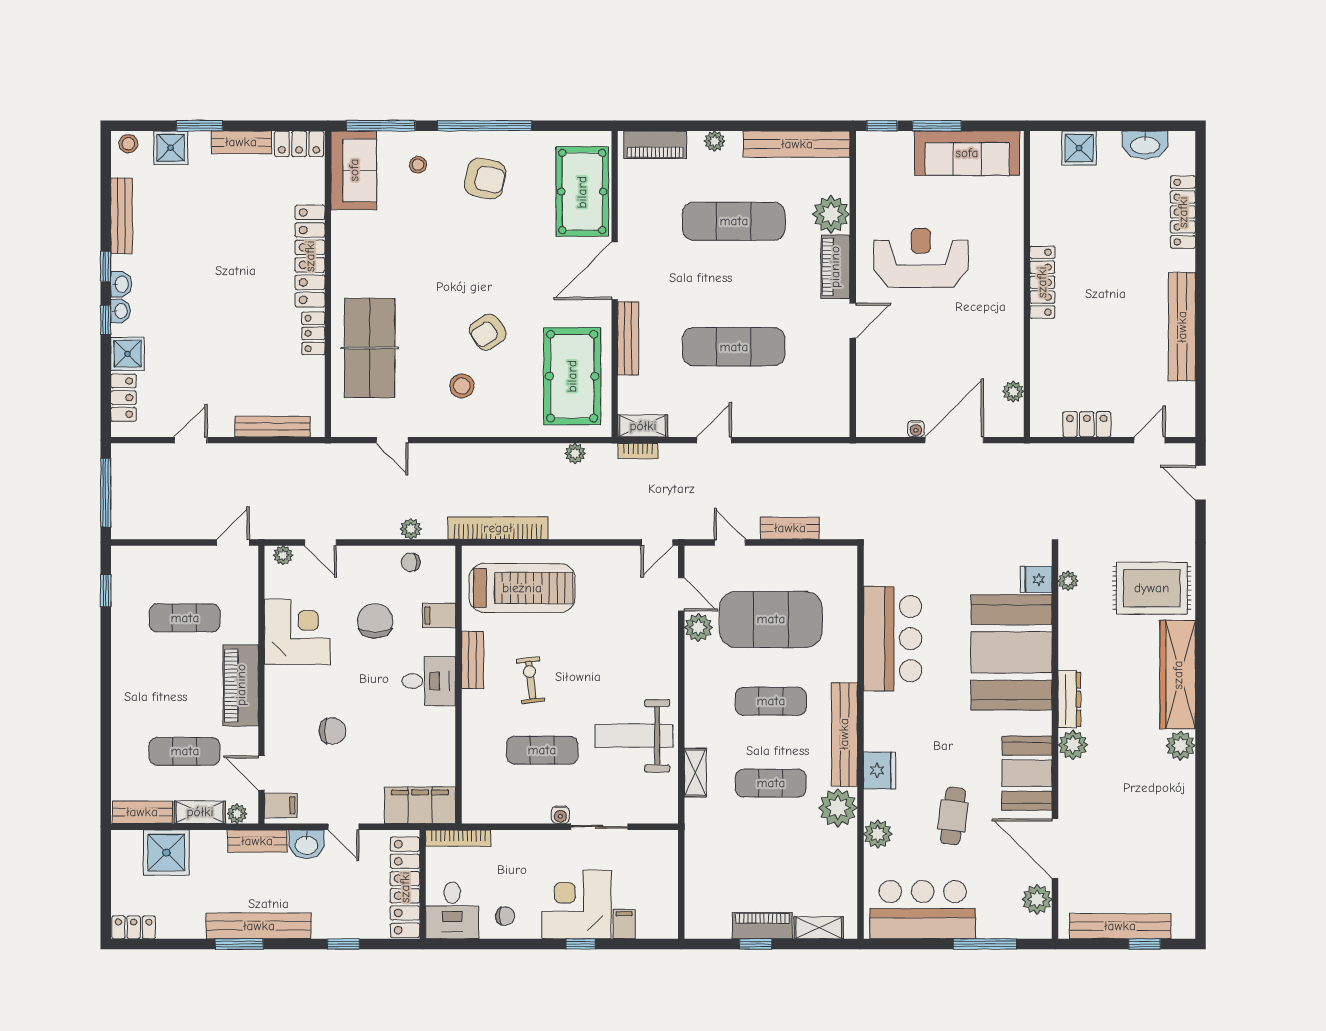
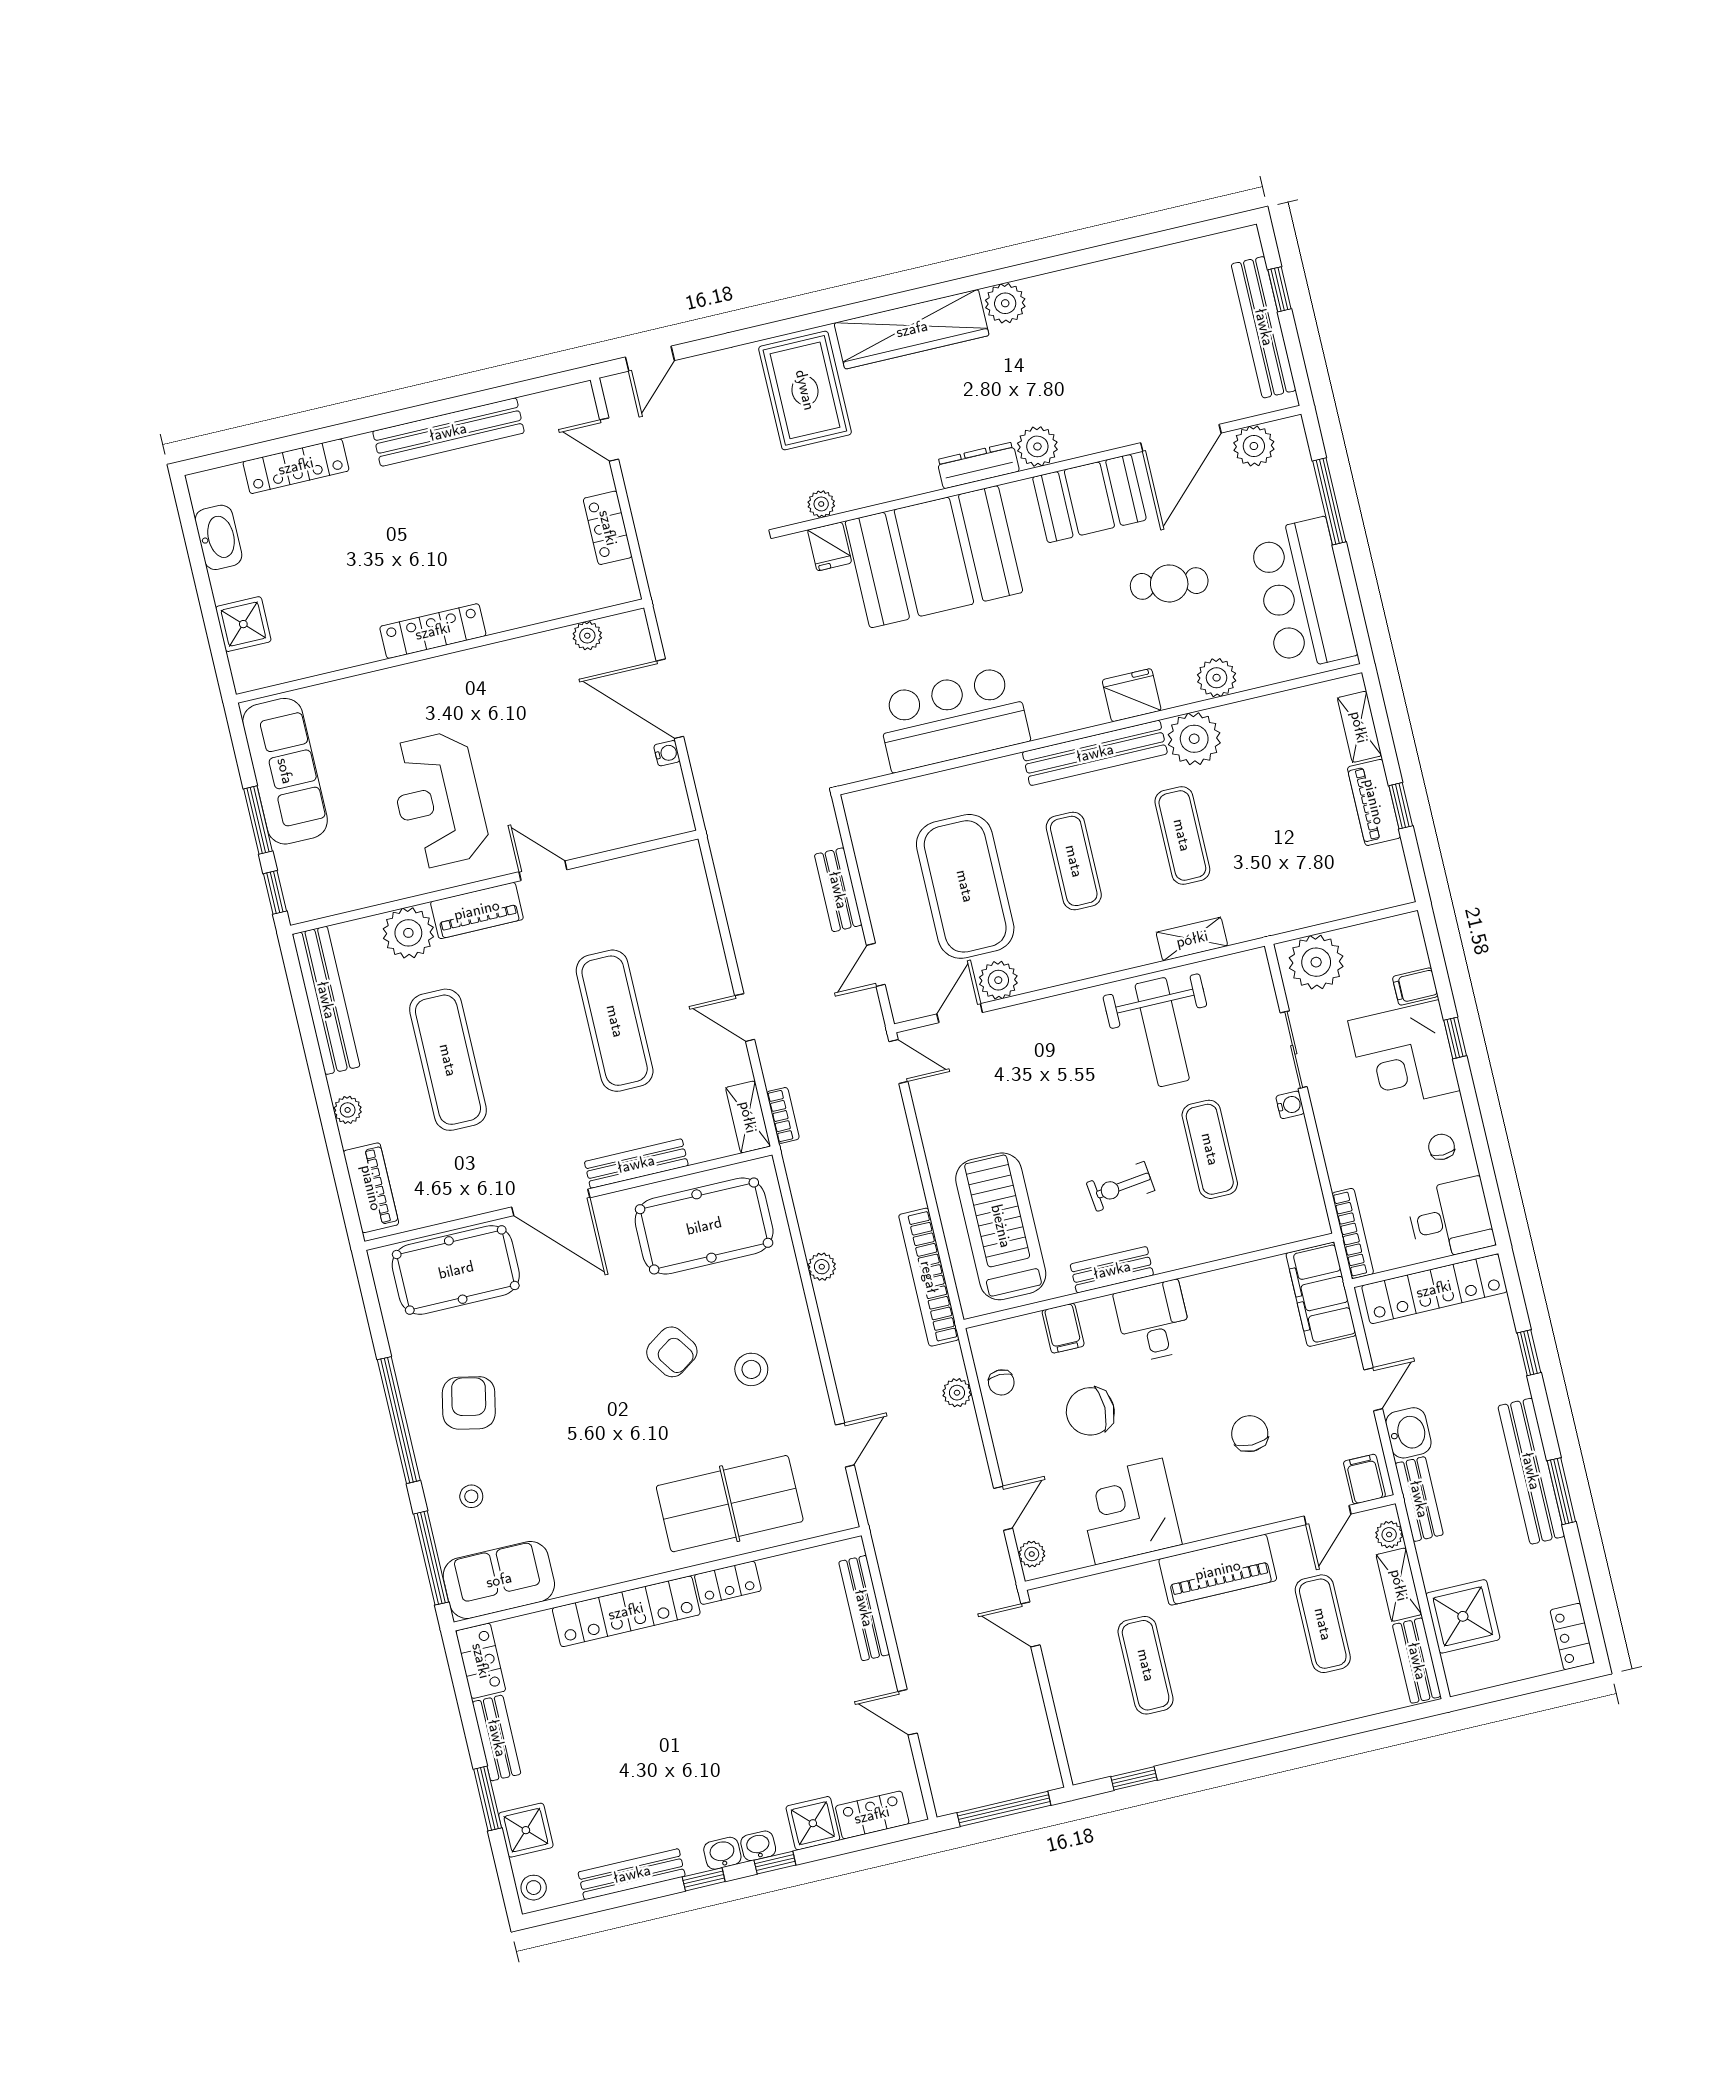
plant: (575, 453) -> (822, 1267), moved
plant: (658, 857) -> (1316, 962), added

